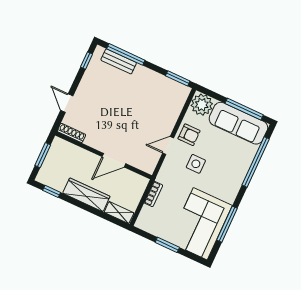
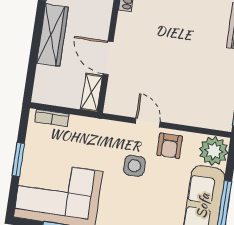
bookcase: (153, 194) -> (52, 118), moved
shelving: (119, 213) -> (91, 93), moved

